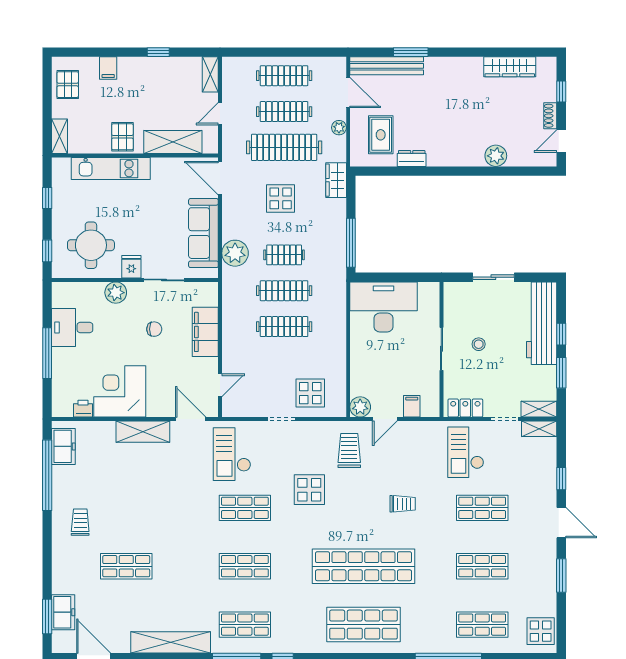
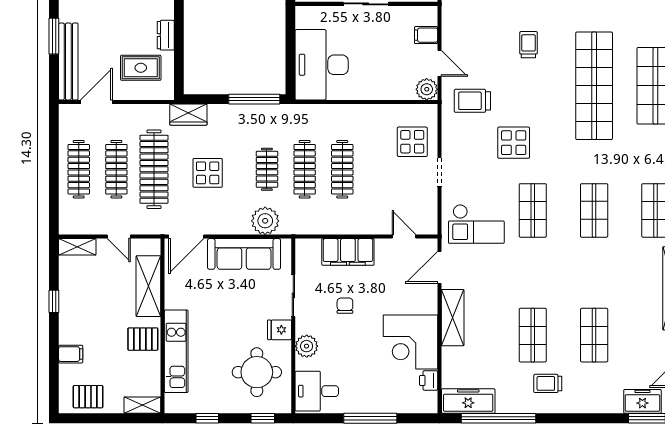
plant: (339, 128) -> (133, 112), removed
desk: (72, 327) -> (317, 391), moved, turned 90
freezer: (63, 446) -> (468, 401), width x1.40
shop shelf: (126, 508) -> (533, 335), added

